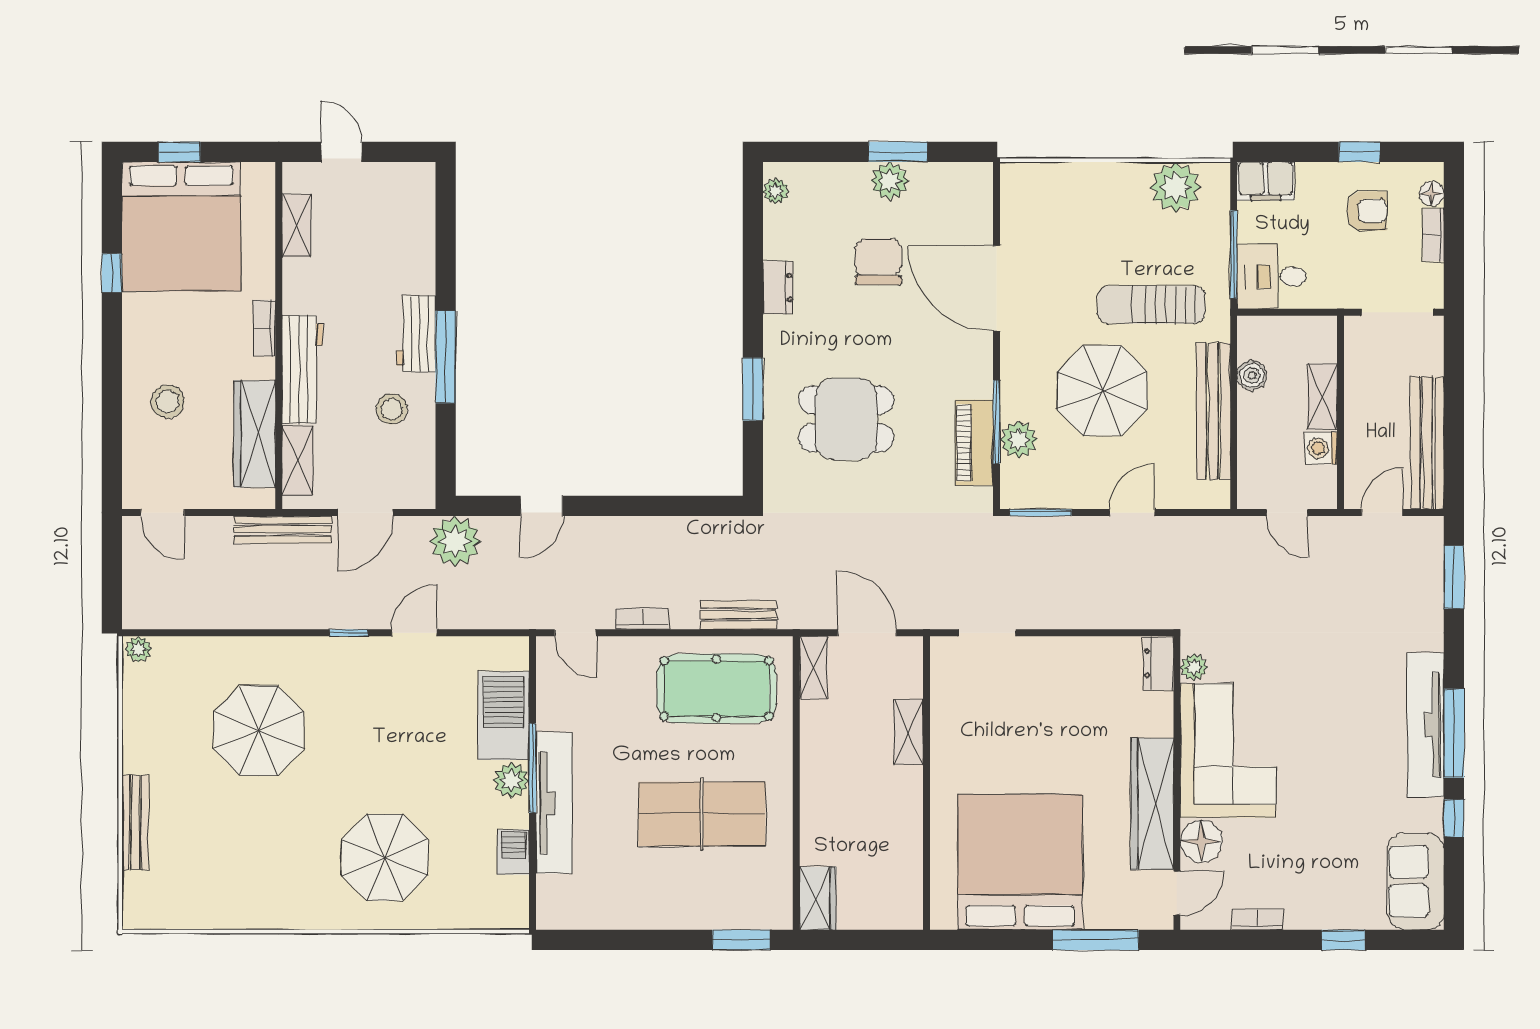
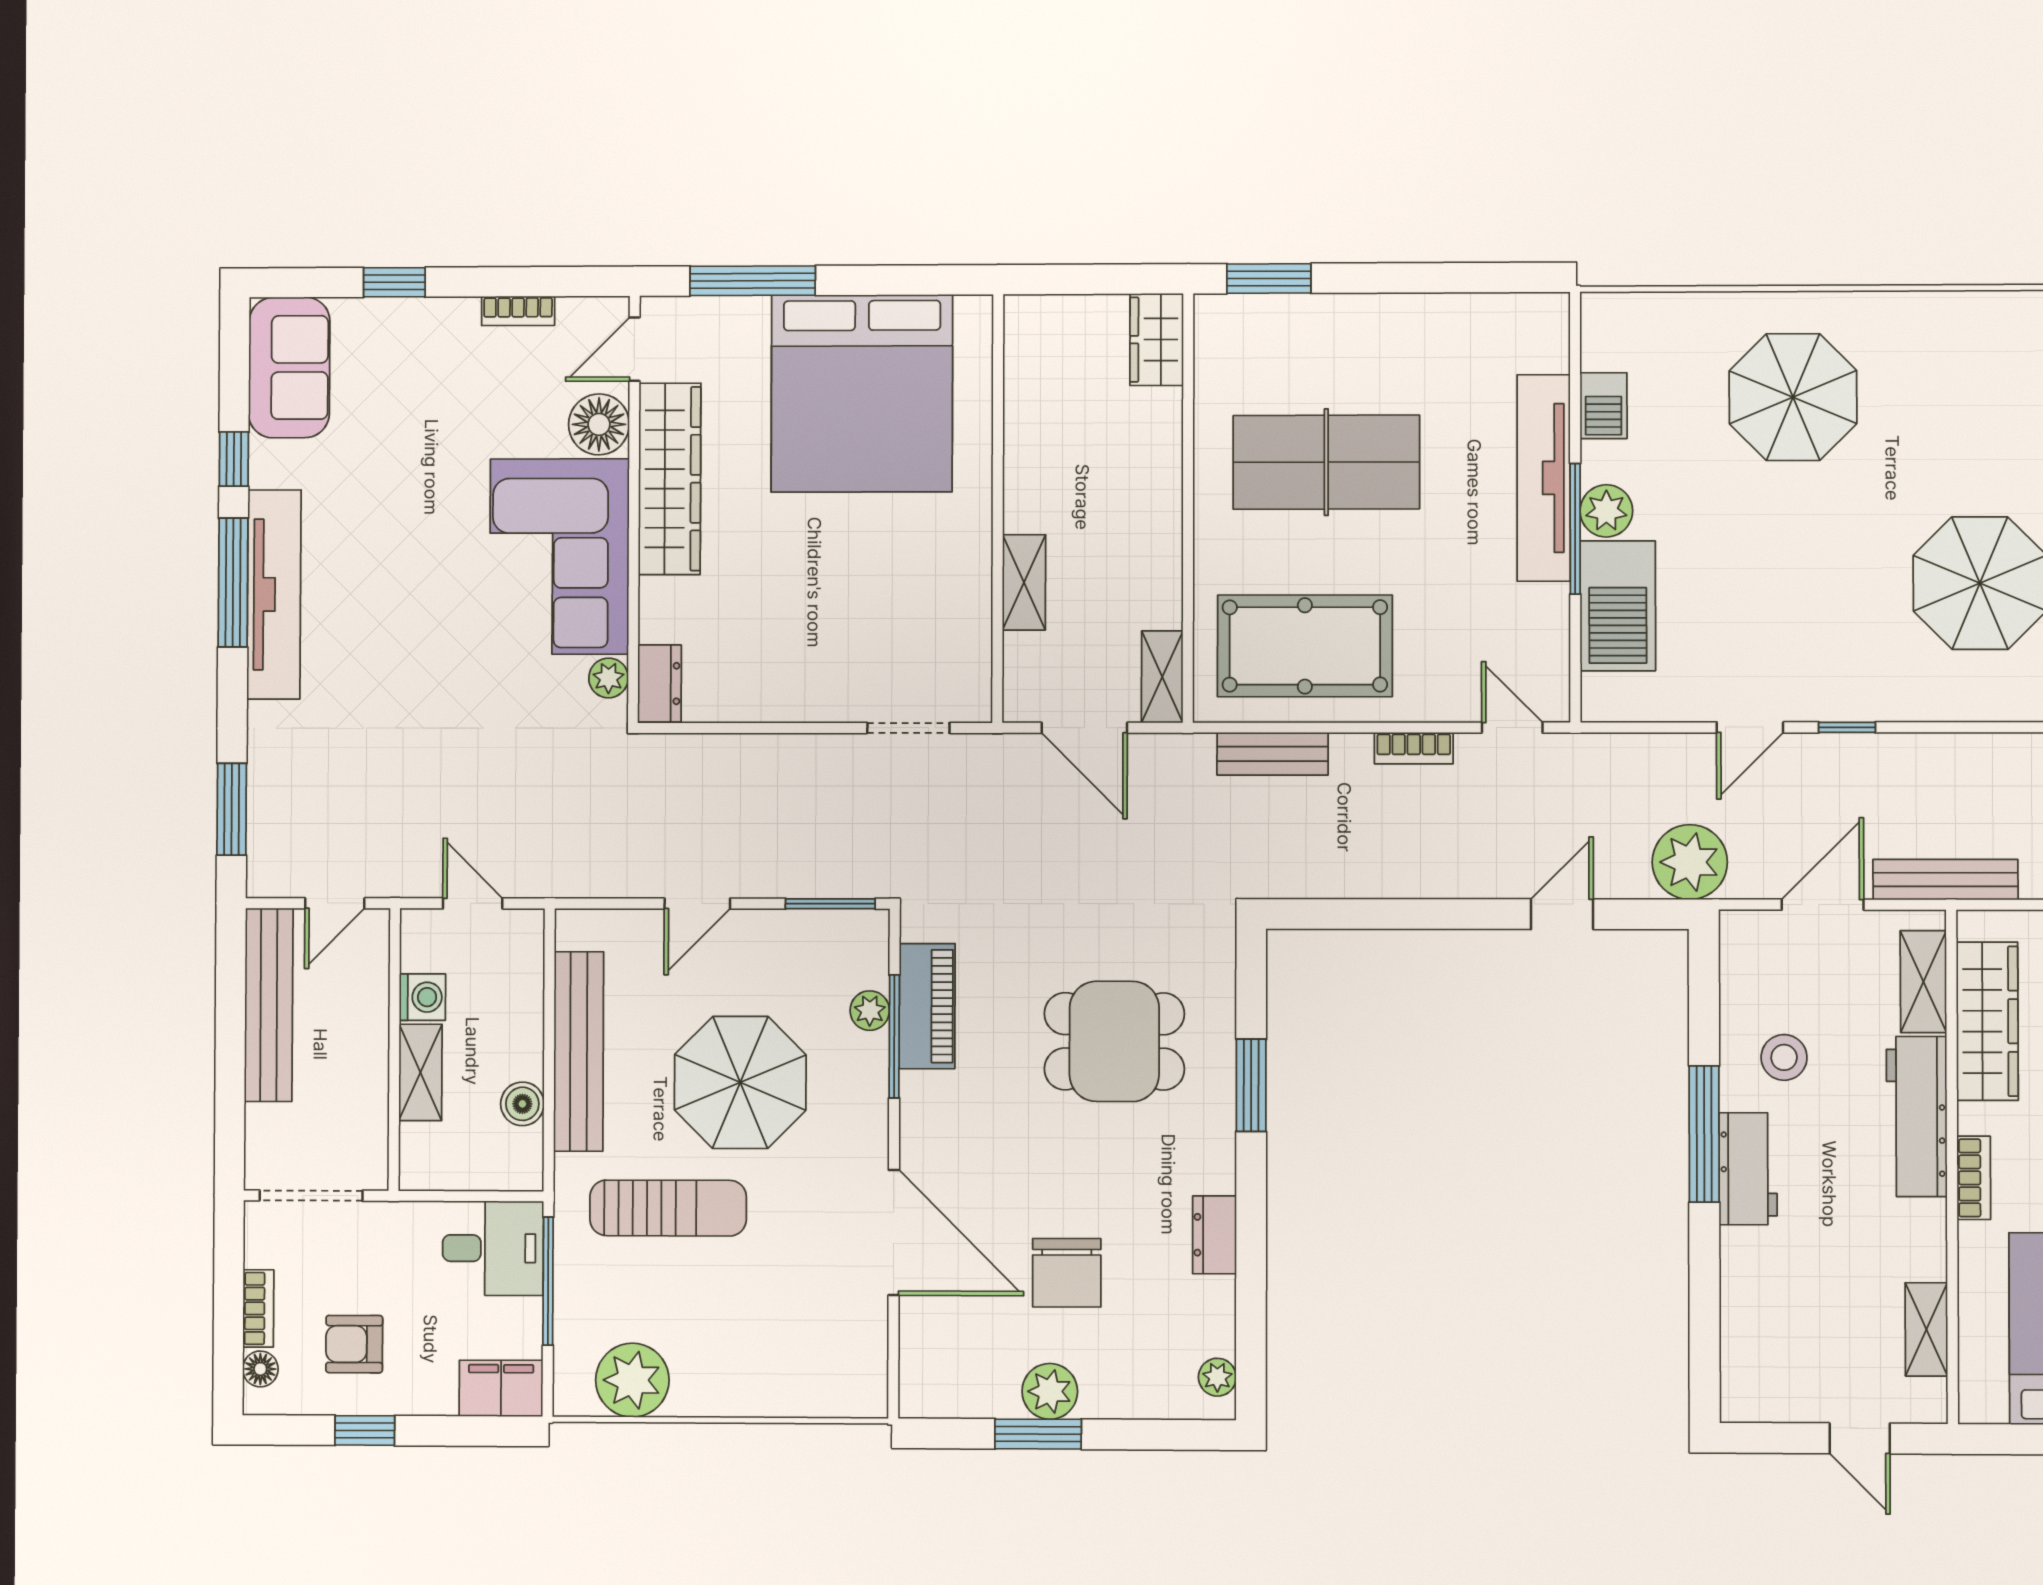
plant: (1018, 440) -> (870, 1011), width x0.73, depth x0.73

